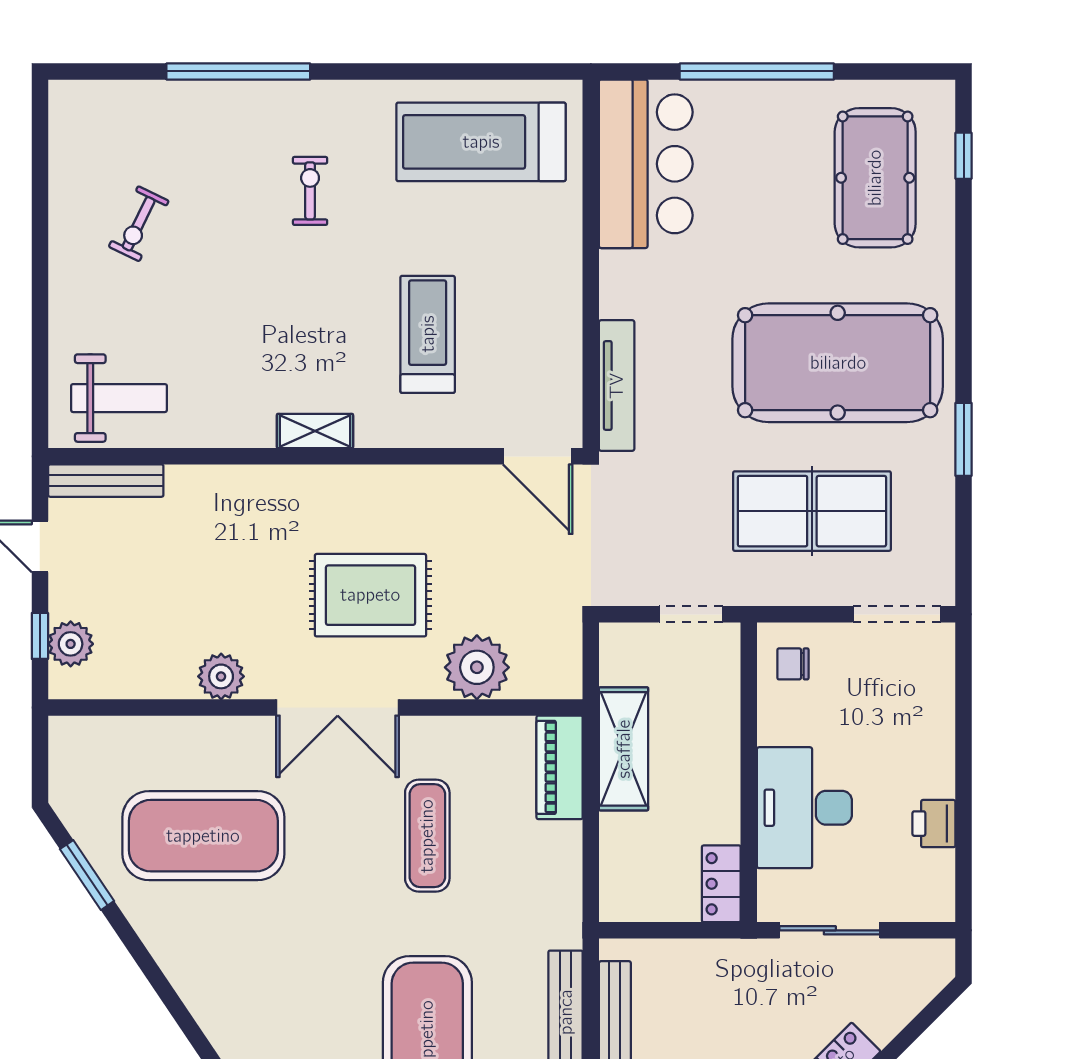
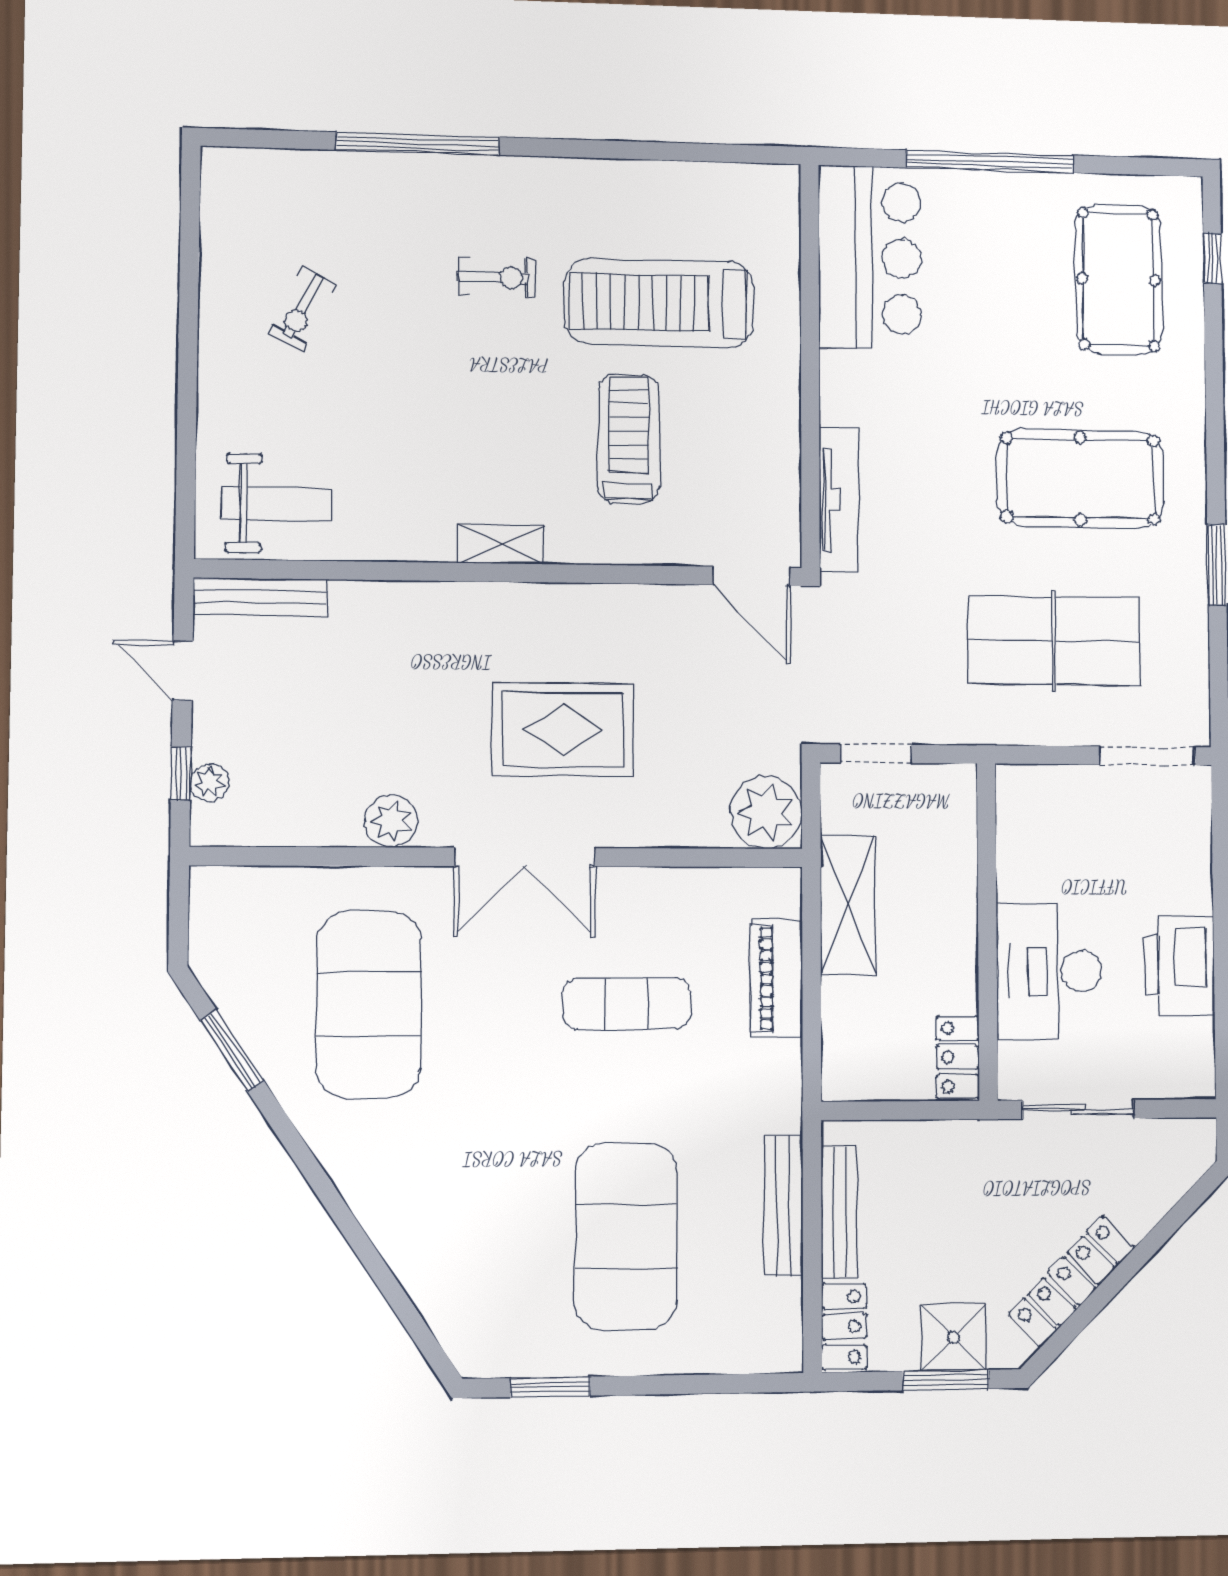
treadmill: (481, 142) -> (659, 303), moved
exercise bike: (310, 191) -> (497, 277), turned 90
pool table: (838, 363) -> (1080, 479), width x0.73, depth x0.76
doorway: (691, 614) -> (876, 754), moved
plant: (71, 644) -> (209, 783), width x0.73, depth x0.73
chair: (793, 664) -> (1035, 810), removed
plant: (477, 667) -> (766, 812), moved
piano: (560, 767) -> (776, 979), moved
printer: (934, 824) -> (1179, 966), width x1.87, depth x1.48
exercise mat: (203, 836) -> (369, 1004), turned 90
exercise mat: (427, 836) -> (627, 1004), turned 90

